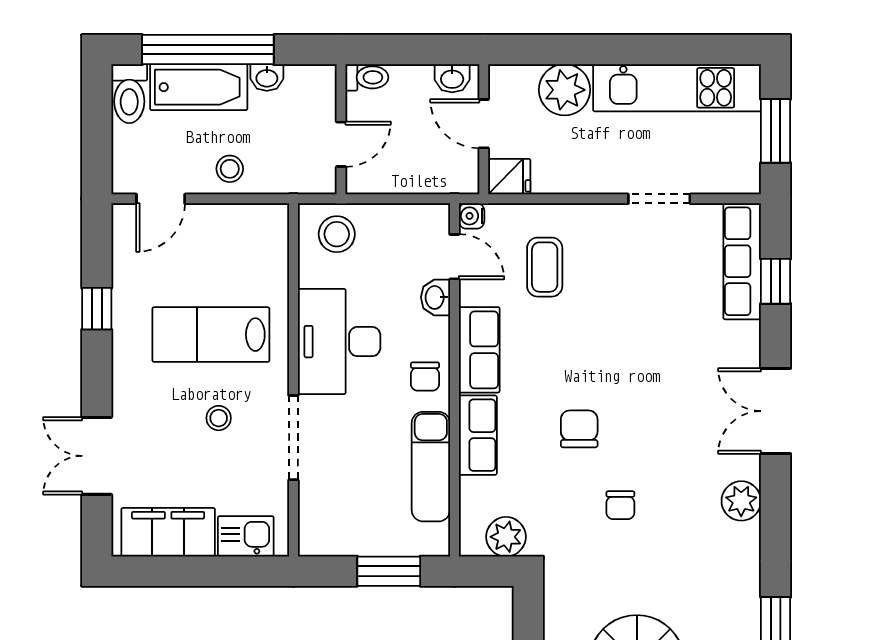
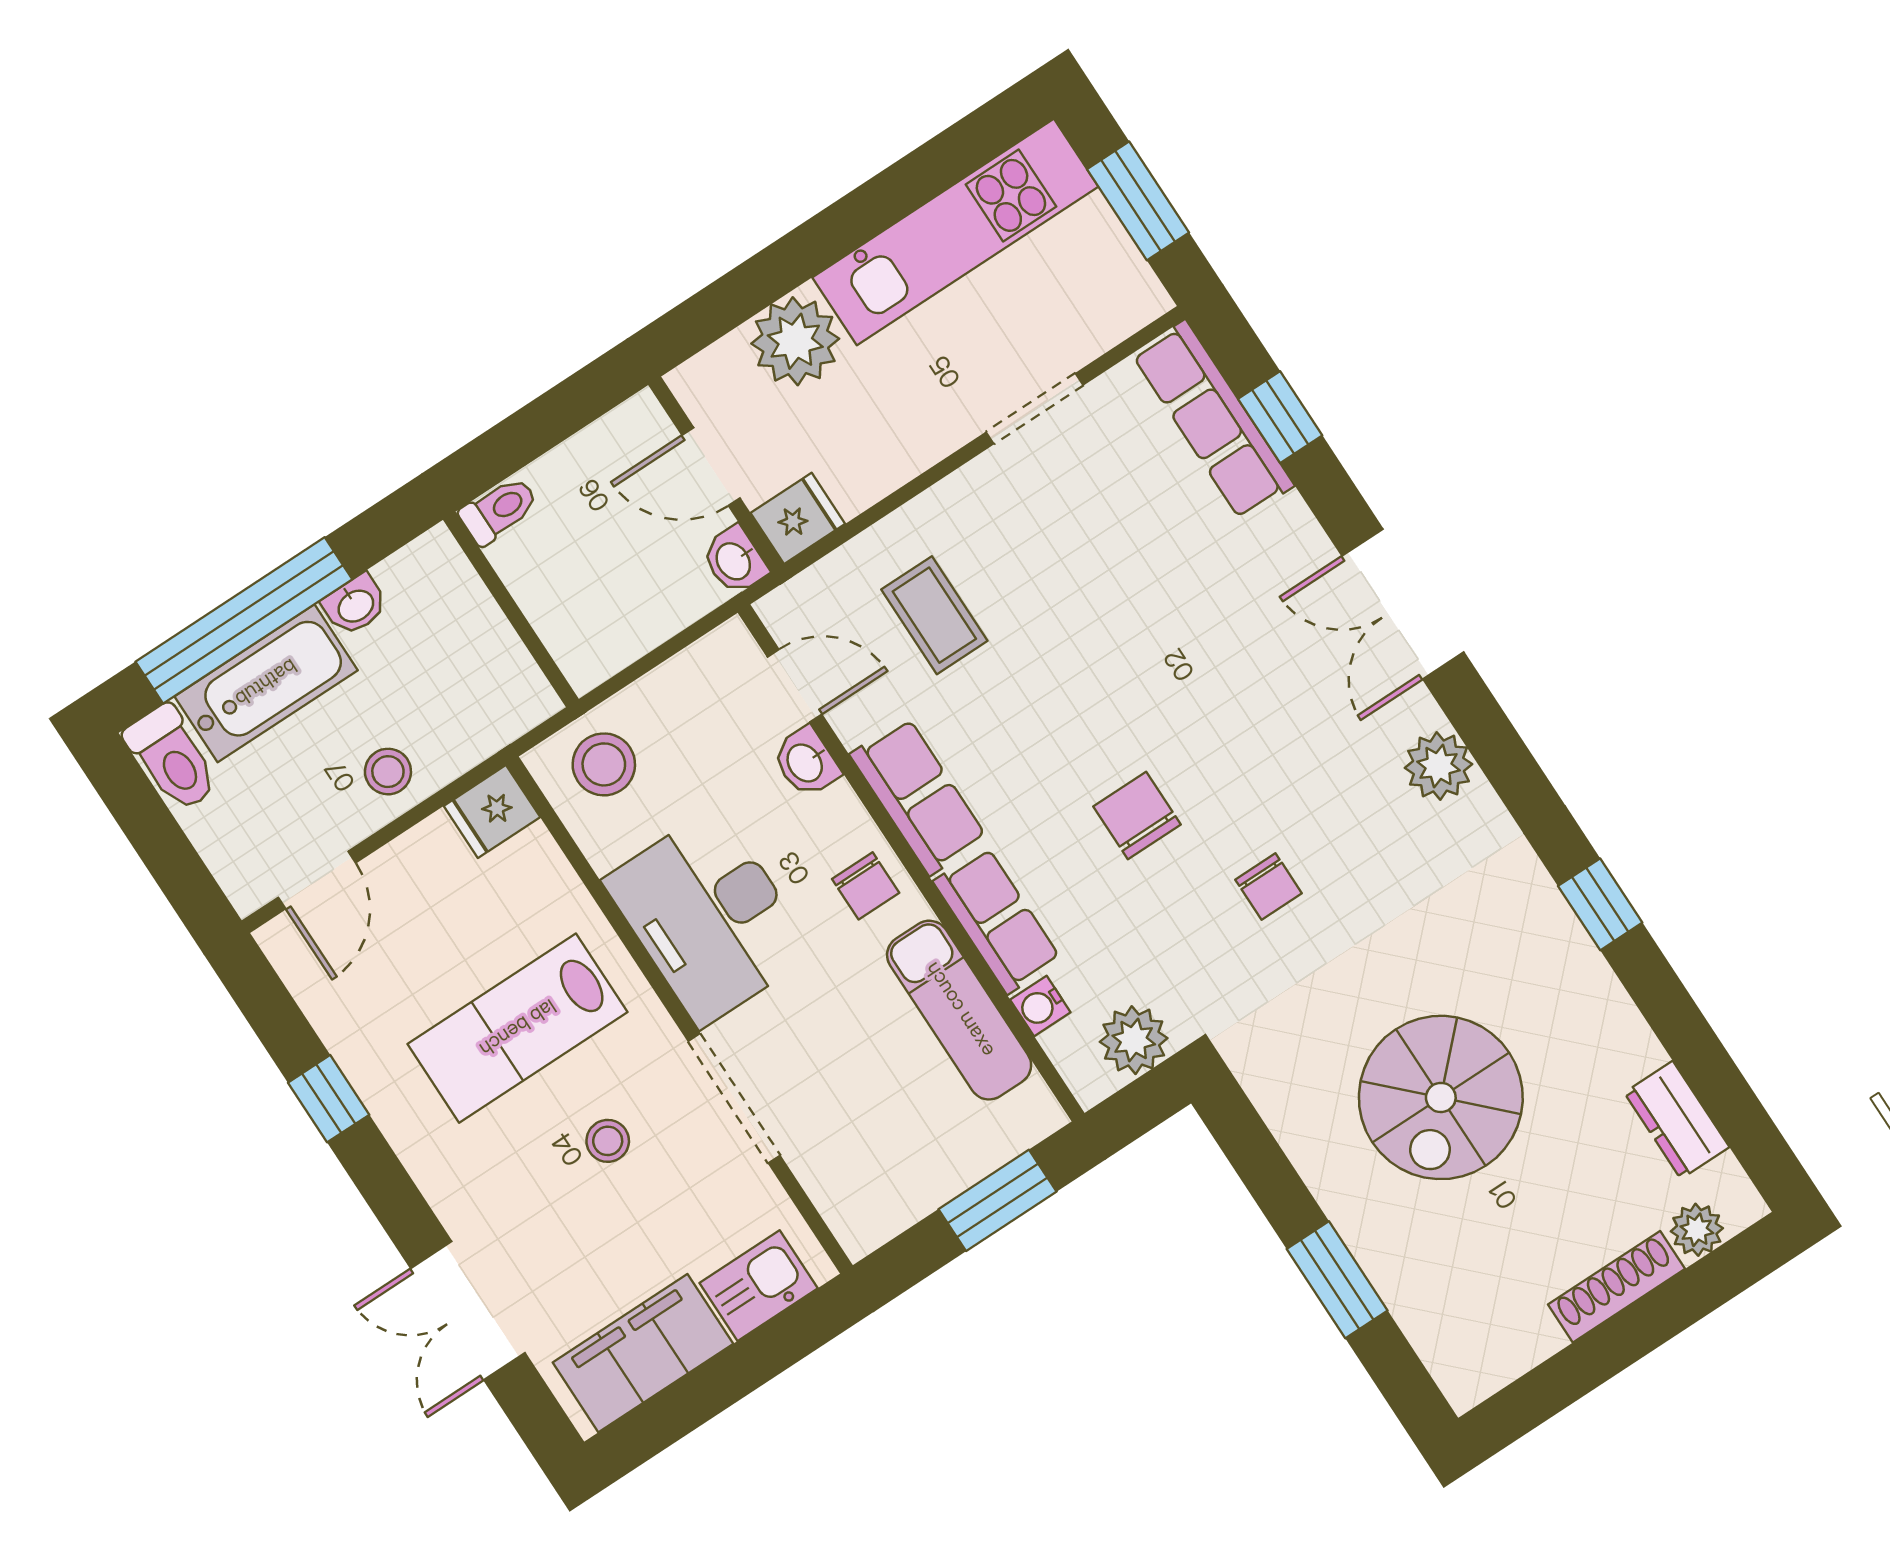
washbasin: (452, 78) -> (735, 561), moved, turned 90
door: (341, 144) -> (525, 631), removed
water cooler: (472, 216) -> (1040, 1006), moved
fridge: (267, 221) -> (492, 812), added

